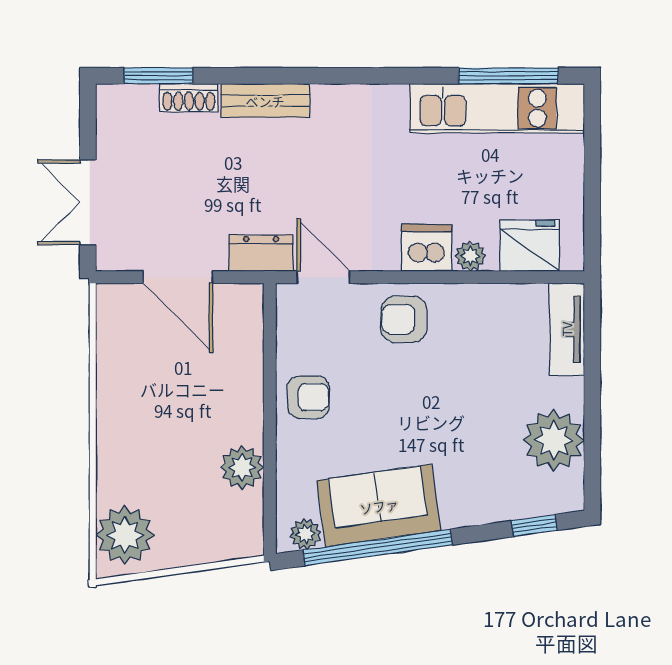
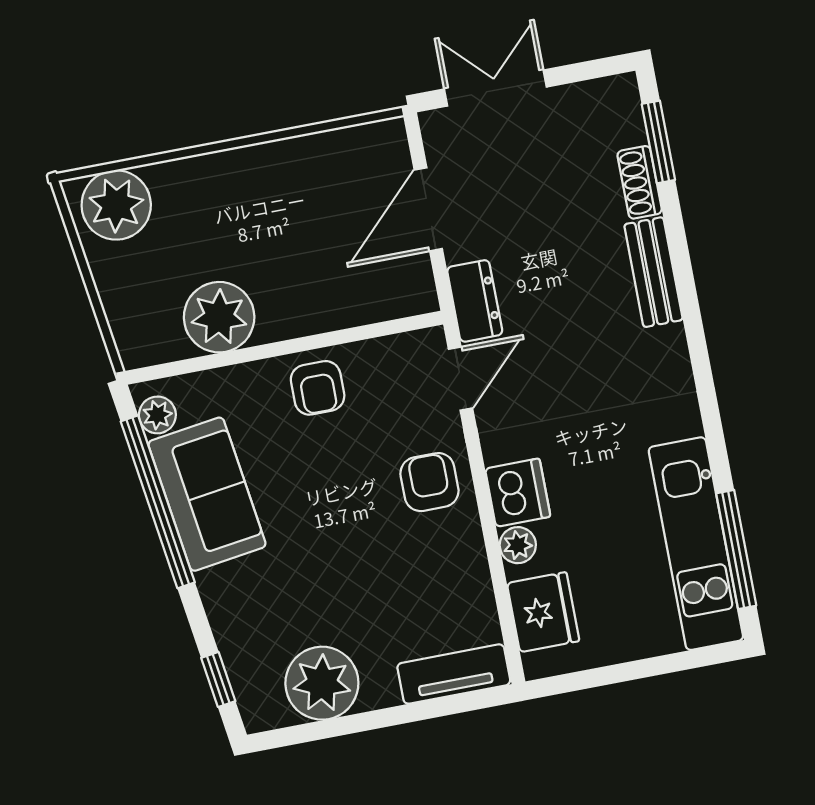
plant: (242, 467) -> (219, 317), width x1.36, depth x1.36

